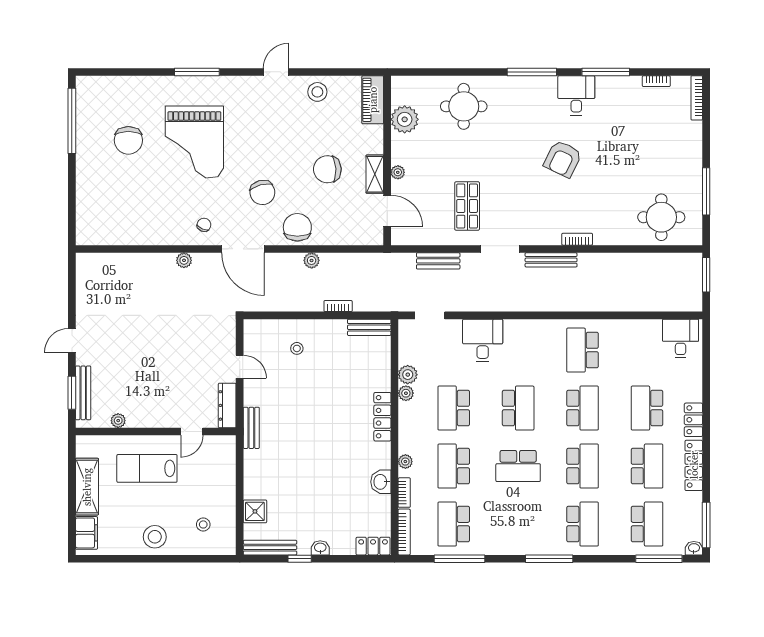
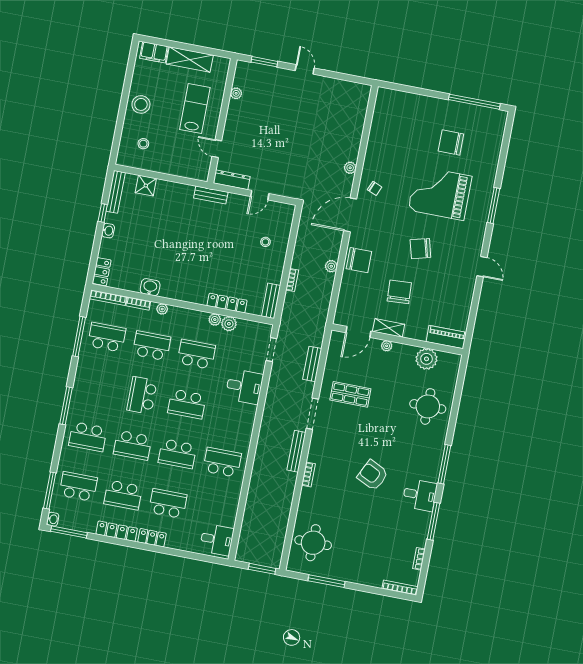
stool: (317, 92) -> (461, 296), removed
chair: (262, 193) -> (420, 249), moved
bench: (83, 393) -> (263, 70), removed
locker: (382, 417) -> (227, 303), moved
school desk: (647, 524) -> (78, 486), turned 180

